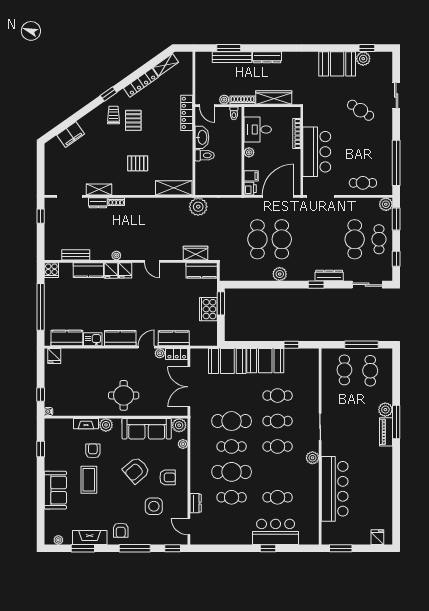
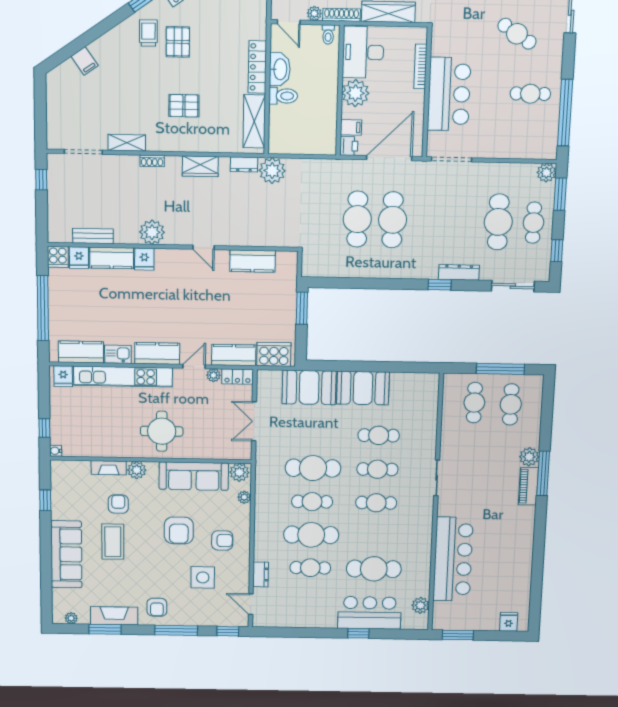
locker: (187, 113) -> (257, 67), moved
desk: (258, 129) -> (363, 52), width x1.37
filing cabinet: (71, 135) -> (85, 61), width x0.50
plant: (249, 152) -> (355, 93), width x1.88, depth x1.88
cafe table: (363, 183) -> (530, 94), moved
shelving: (174, 188) -> (254, 121), moved, turned 90
dresser: (98, 203) -> (244, 164), moved
wardrobe: (195, 253) -> (200, 166), moved, turned 180
plant: (116, 255) -> (152, 232), width x1.87, depth x1.87
fridge: (125, 270) -> (79, 258), moved
kitchen counter: (202, 270) -> (253, 261), moved
plant: (280, 274) -> (388, 269), removed
cooker: (208, 309) -> (274, 354), moved, turned 90
window: (291, 345) -> (401, 367), removed
kitchen unit: (96, 356) -> (123, 377), added
double door: (189, 387) -> (254, 421), width x0.73
plant: (312, 458) -> (420, 605), moved
armchair: (136, 470) -> (179, 530), turned -49
sofa: (55, 490) -> (66, 554), width x1.36
cafe table: (278, 497) -> (374, 569), width x1.37, depth x1.35

